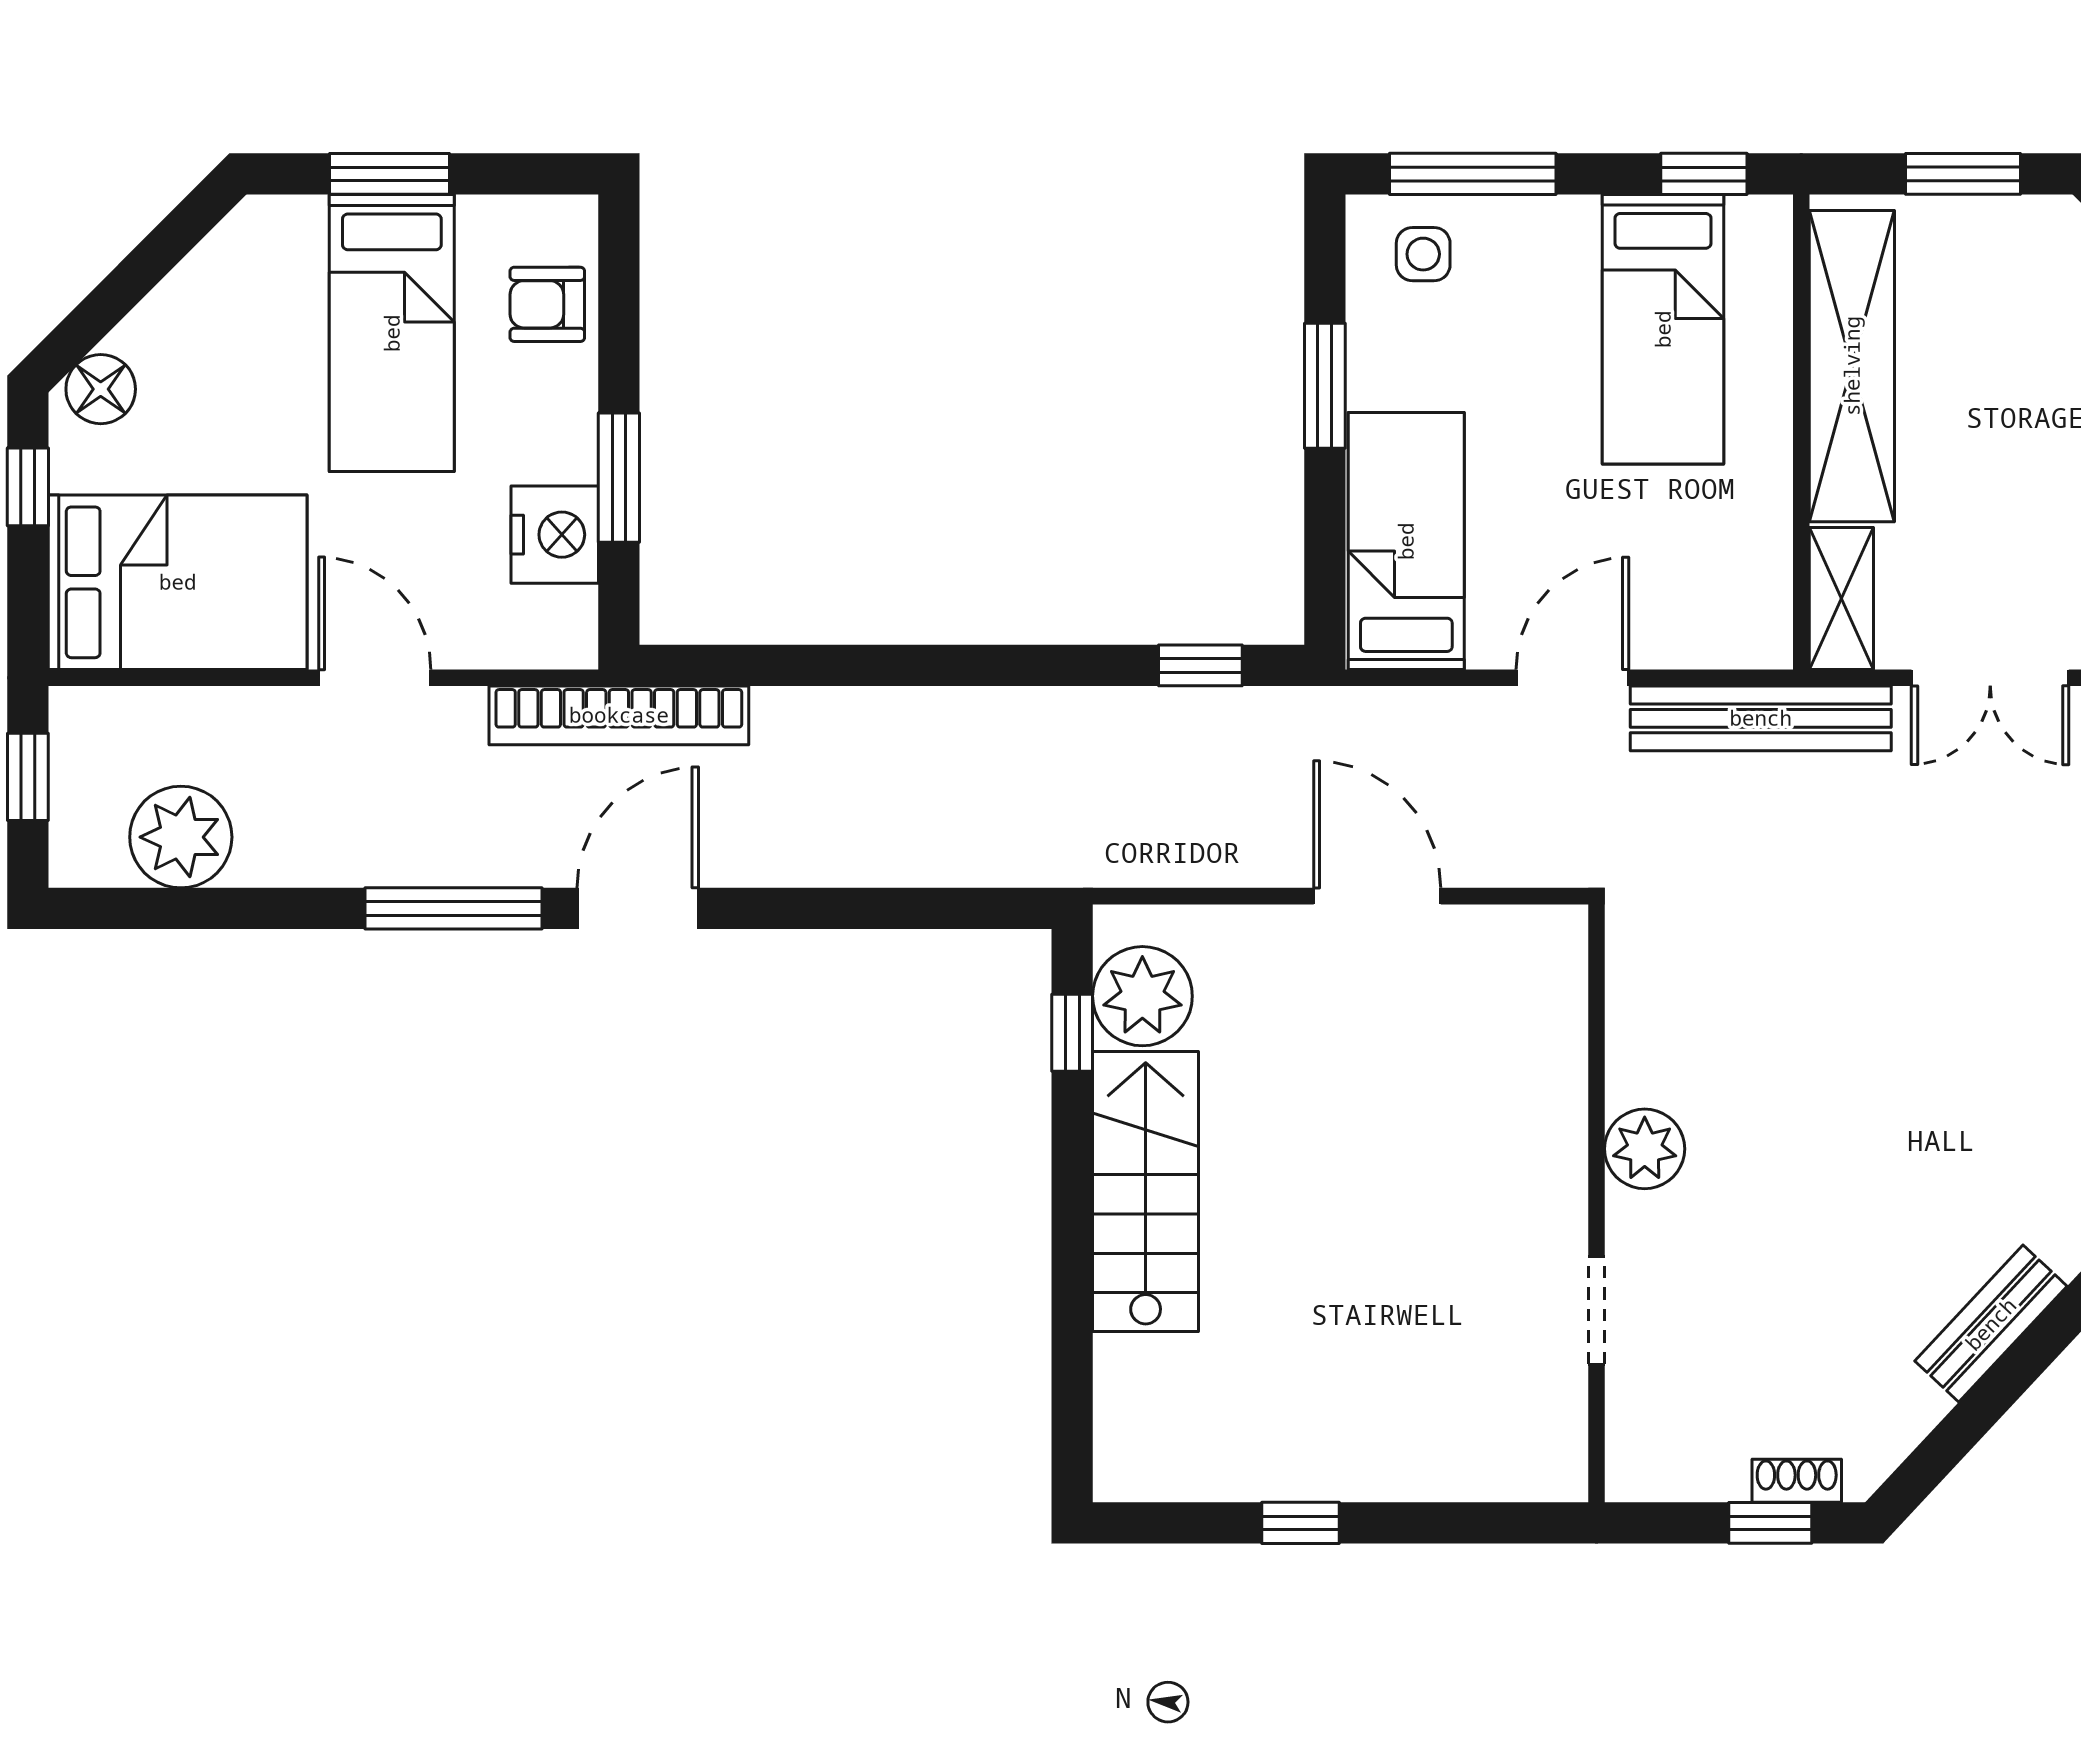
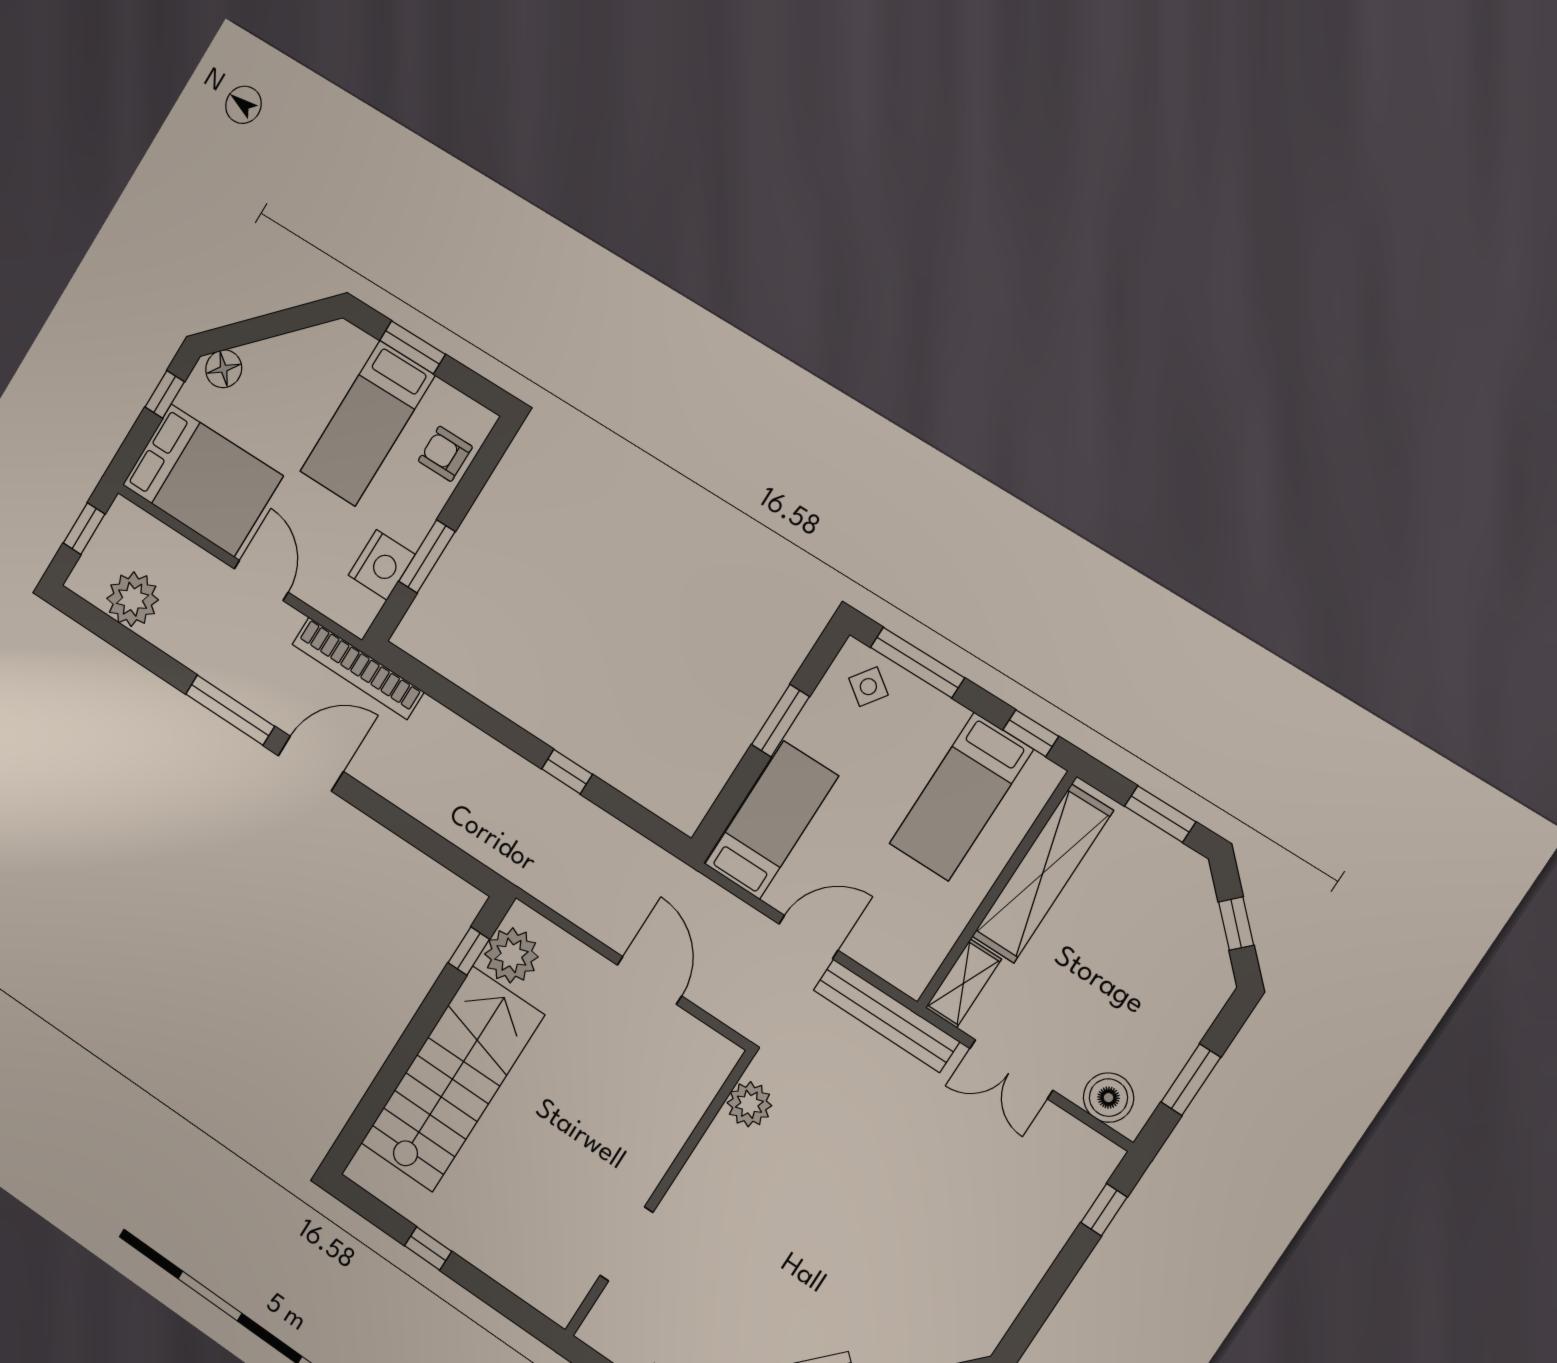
side table: (1423, 254) -> (868, 687), turned 36
window: (1200, 665) -> (567, 772), moved
plant: (1645, 1149) -> (749, 1104), moved
stairs: (1146, 1192) -> (452, 1079), width x1.36, depth x1.51
doorway: (1596, 1311) -> (627, 1244), width x1.38

